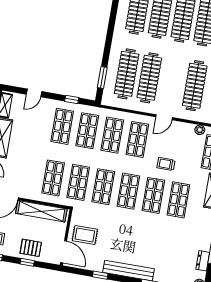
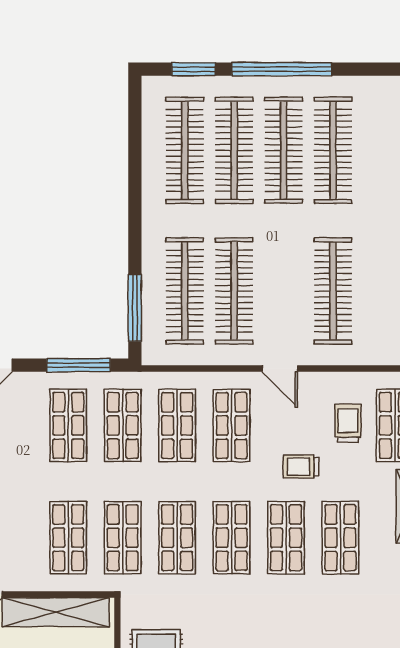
window: (102, 78) -> (135, 308), width x1.44
window: (72, 99) -> (79, 365), width x2.17
door: (164, 117) -> (280, 369), hinge flipped
plant: (200, 130) -> (360, 382), removed
trolley: (191, 148) -> (348, 423), added

